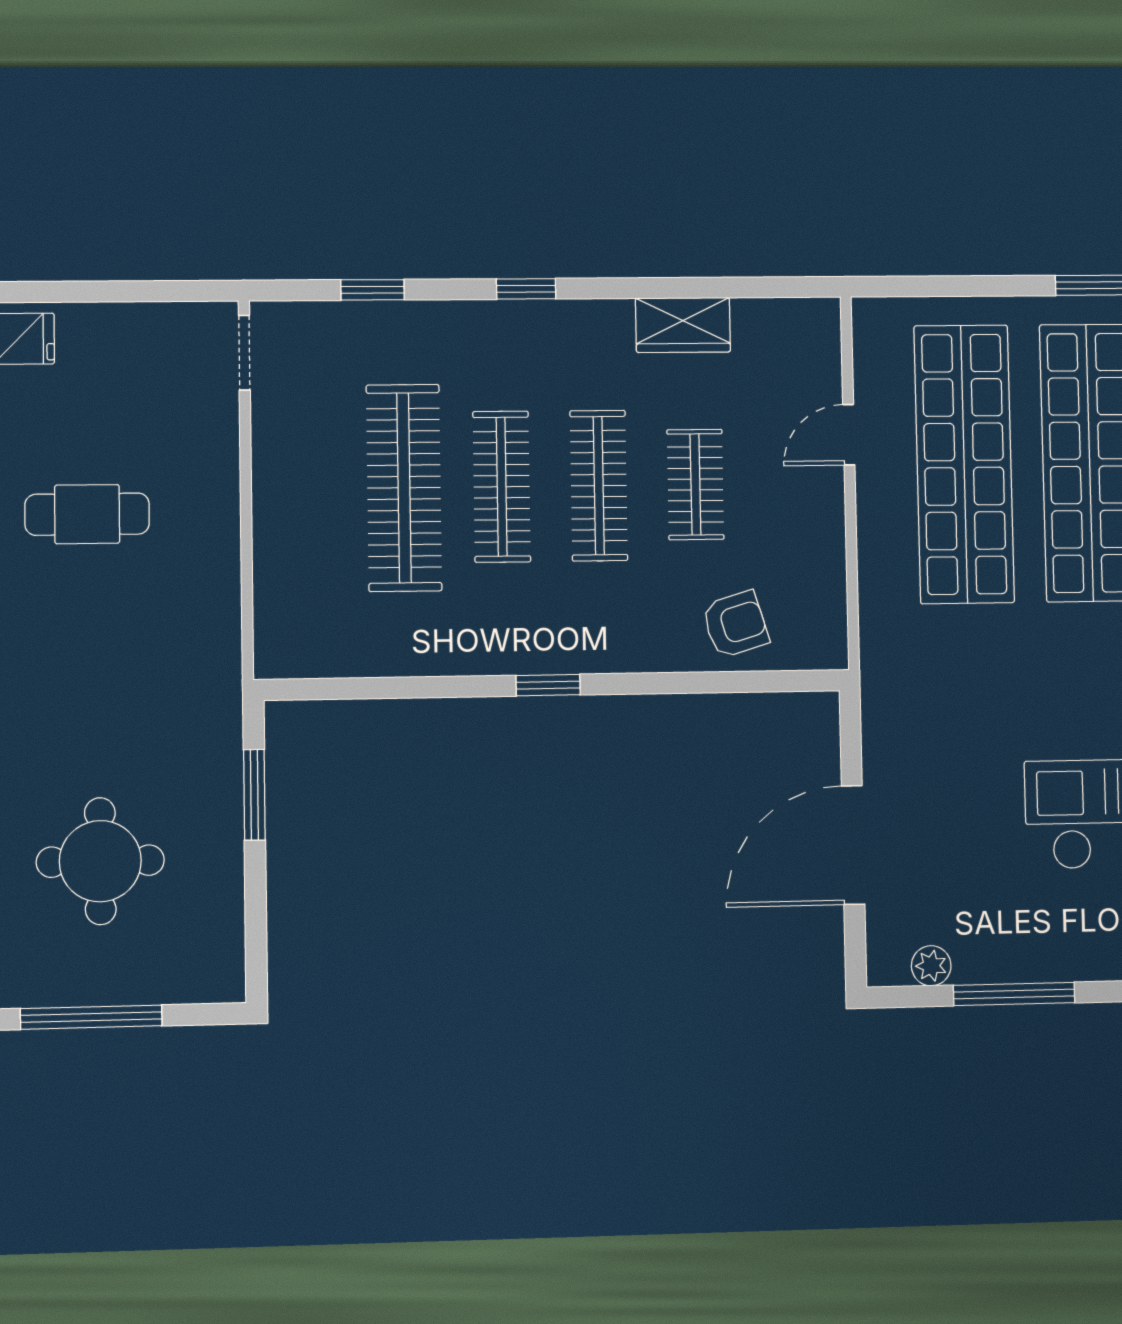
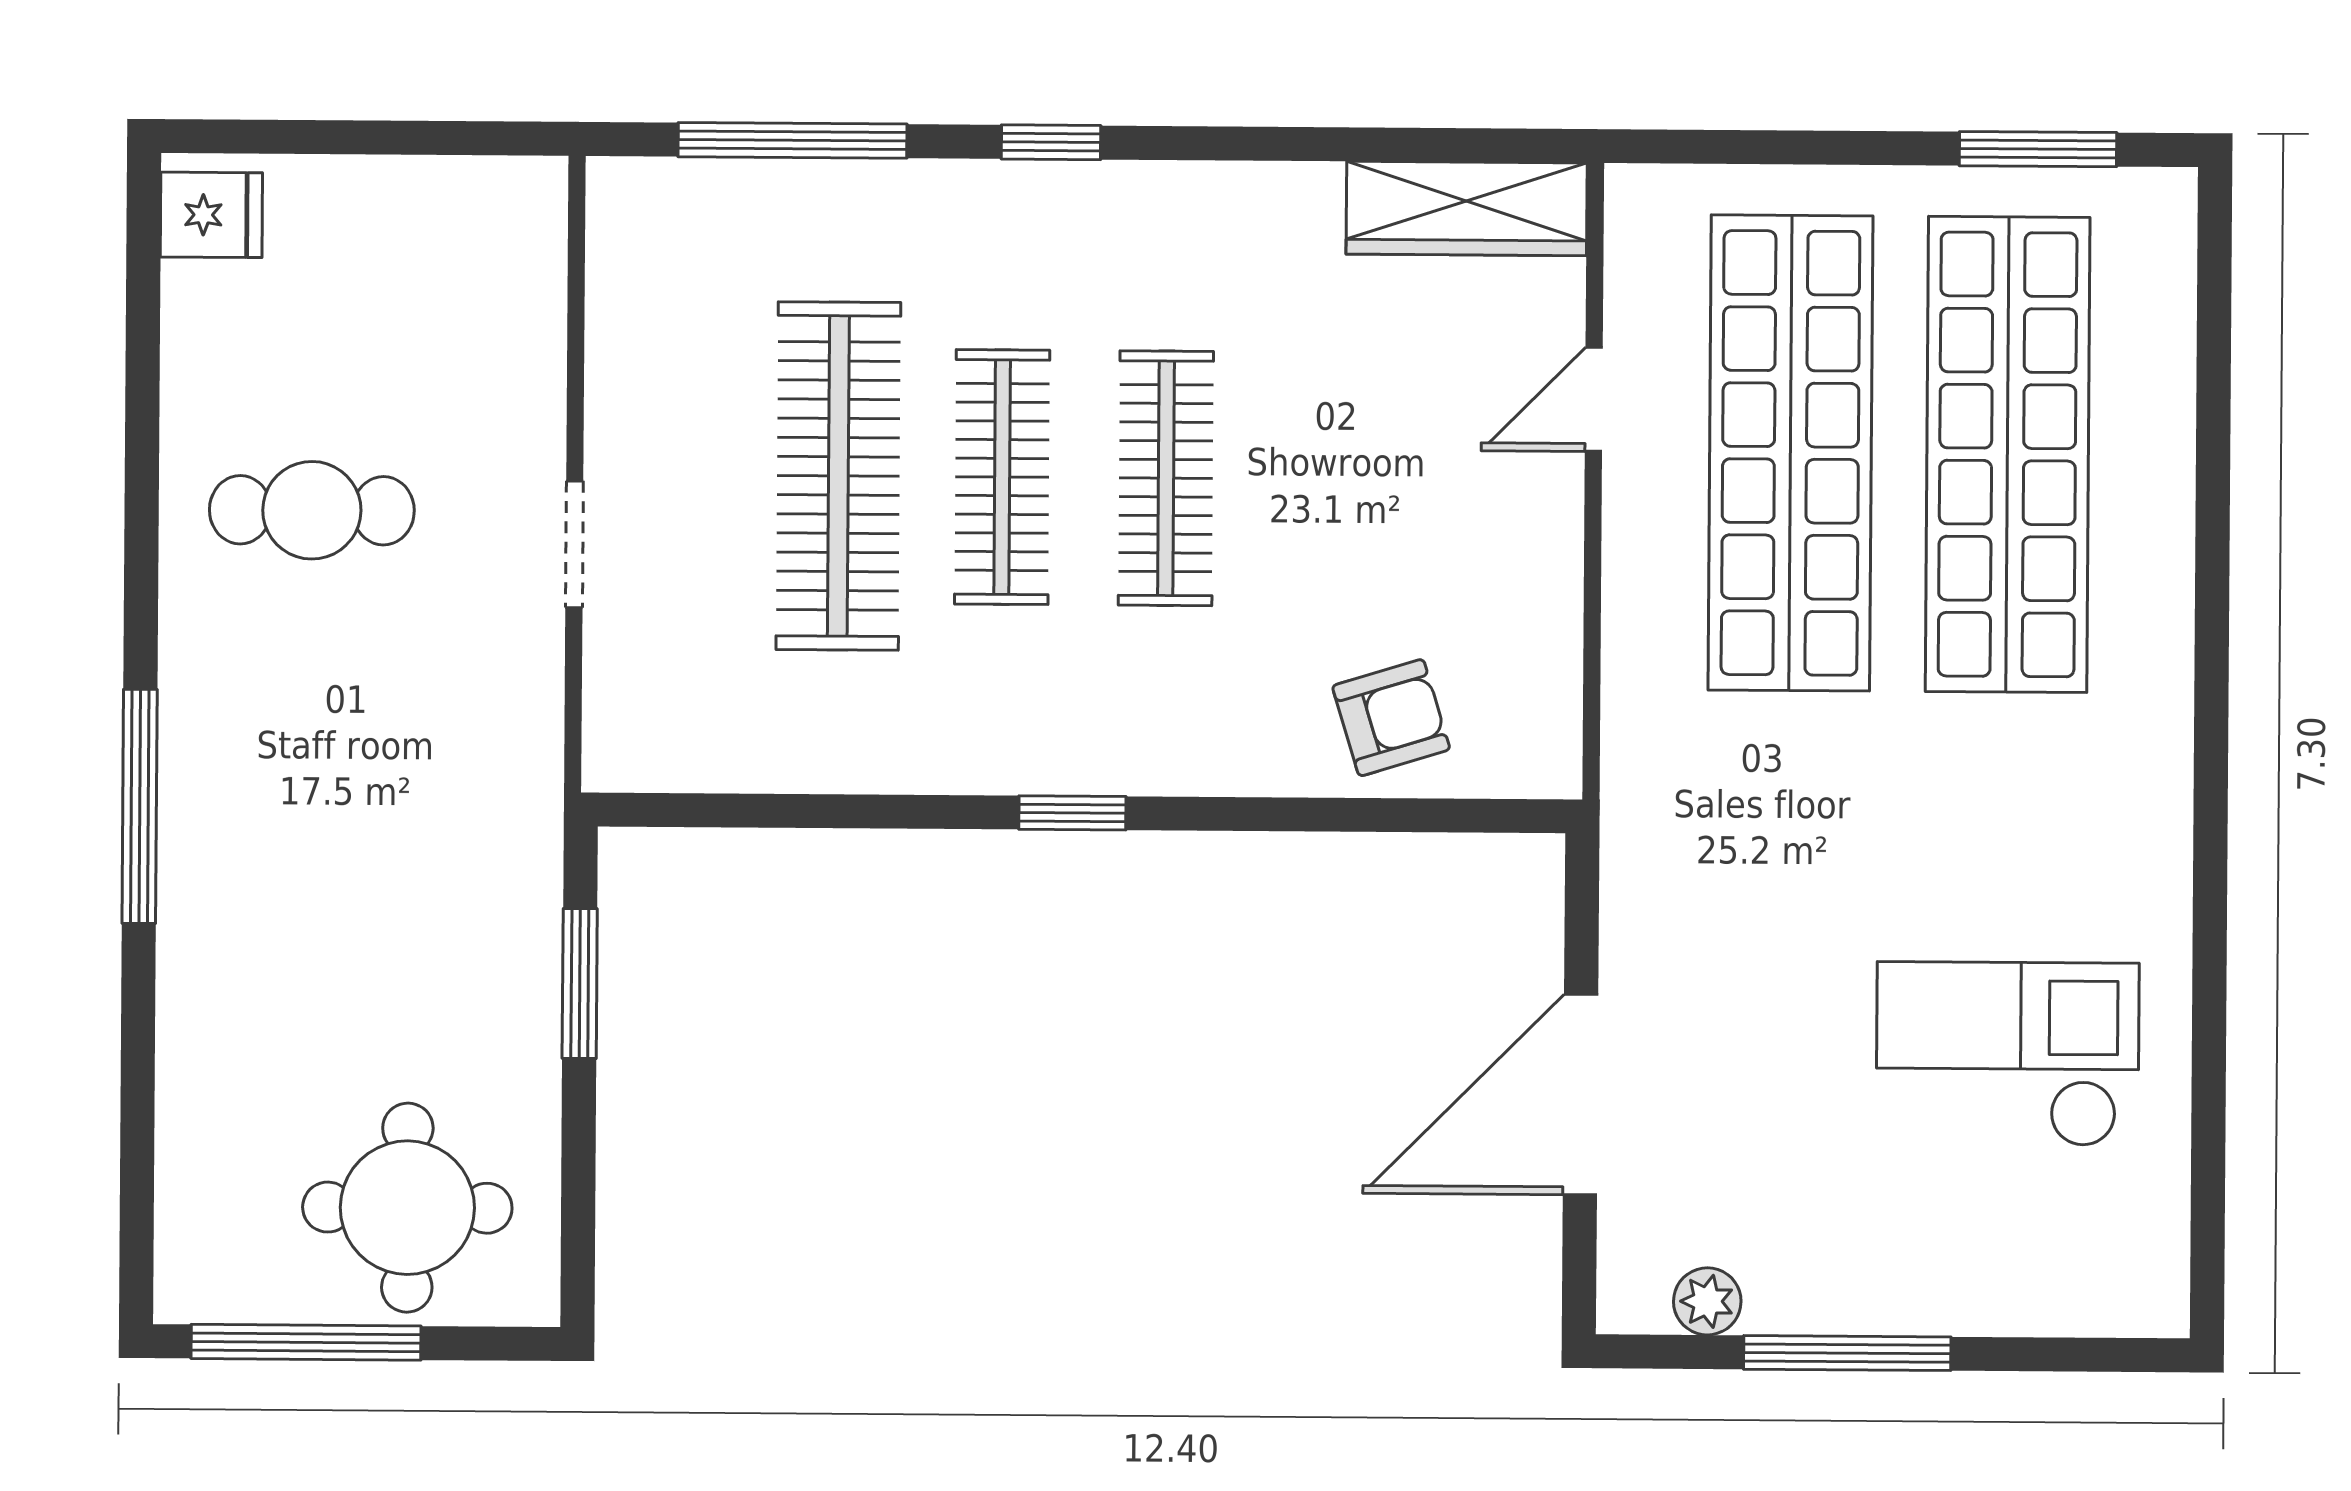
window: (373, 290) -> (793, 140), width x2.17
wardrobe: (683, 325) -> (1467, 208), moved, width x1.50
doorway: (244, 353) -> (574, 544), moved
clothes rail: (695, 484) -> (1330, 479), removed
round table: (100, 861) -> (407, 1208), moved

